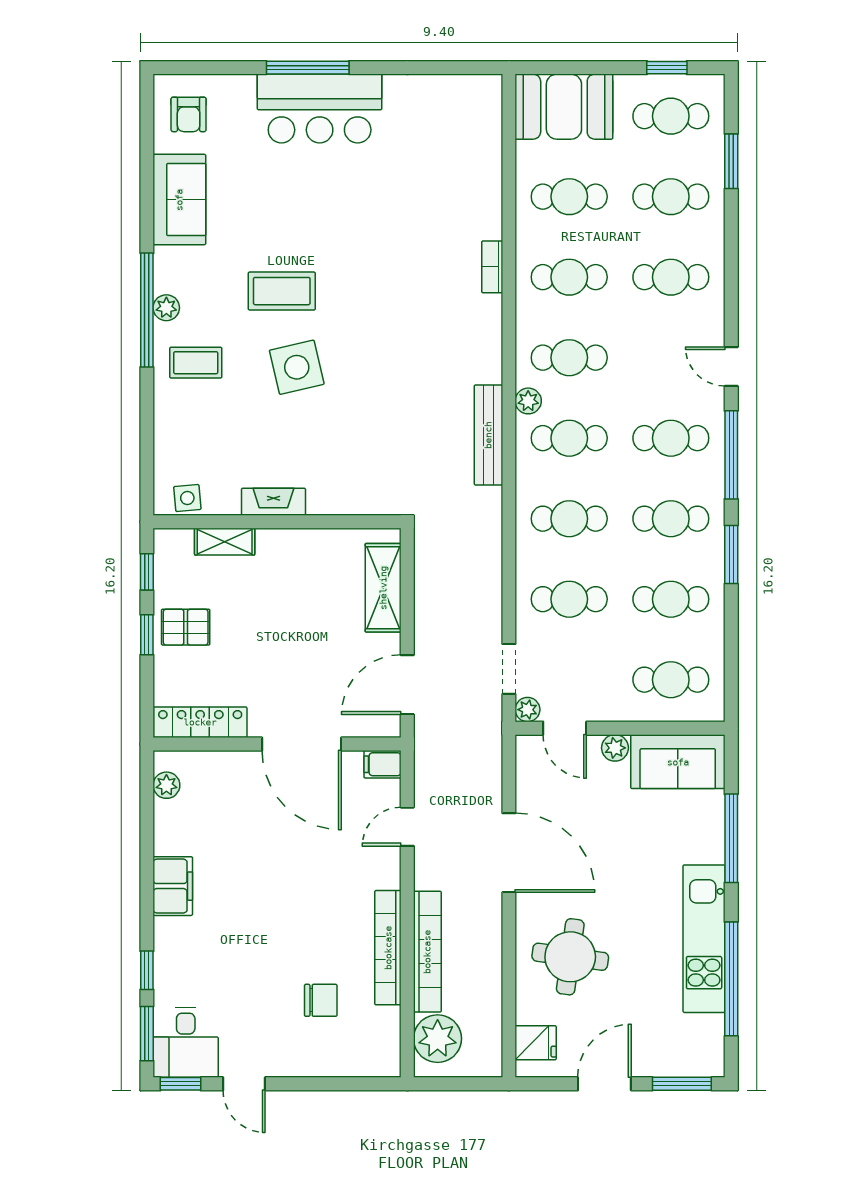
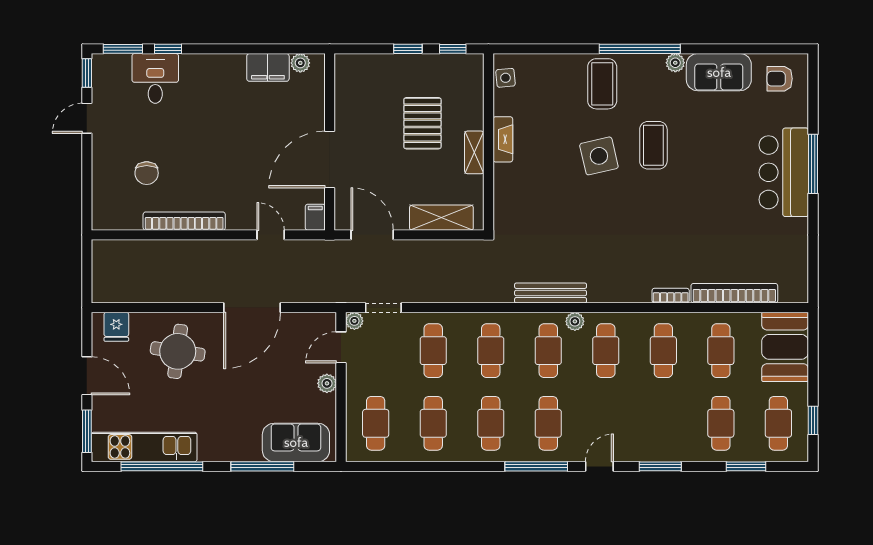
cafe table: (671, 277) -> (663, 423), removed
plant: (166, 308) -> (675, 63), moved
coffee table: (196, 363) -> (602, 84), width x1.36, depth x1.30
shelving: (225, 542) -> (474, 152), moved
window: (731, 555) -> (660, 466), moved
pallet: (186, 627) -> (422, 123), moved, width x1.50, depth x1.42
locker: (200, 722) -> (345, 87), removed
sofa: (678, 762) -> (296, 442), moved, turned 90
filing cabinet: (173, 886) -> (268, 67), moved
kitchen unit: (704, 939) -> (144, 447), moved
bookcase: (427, 952) -> (734, 293), moved, turned 180
plant: (438, 1039) -> (119, 257), removed
desk: (186, 1042) -> (155, 78), moved, turned 90

